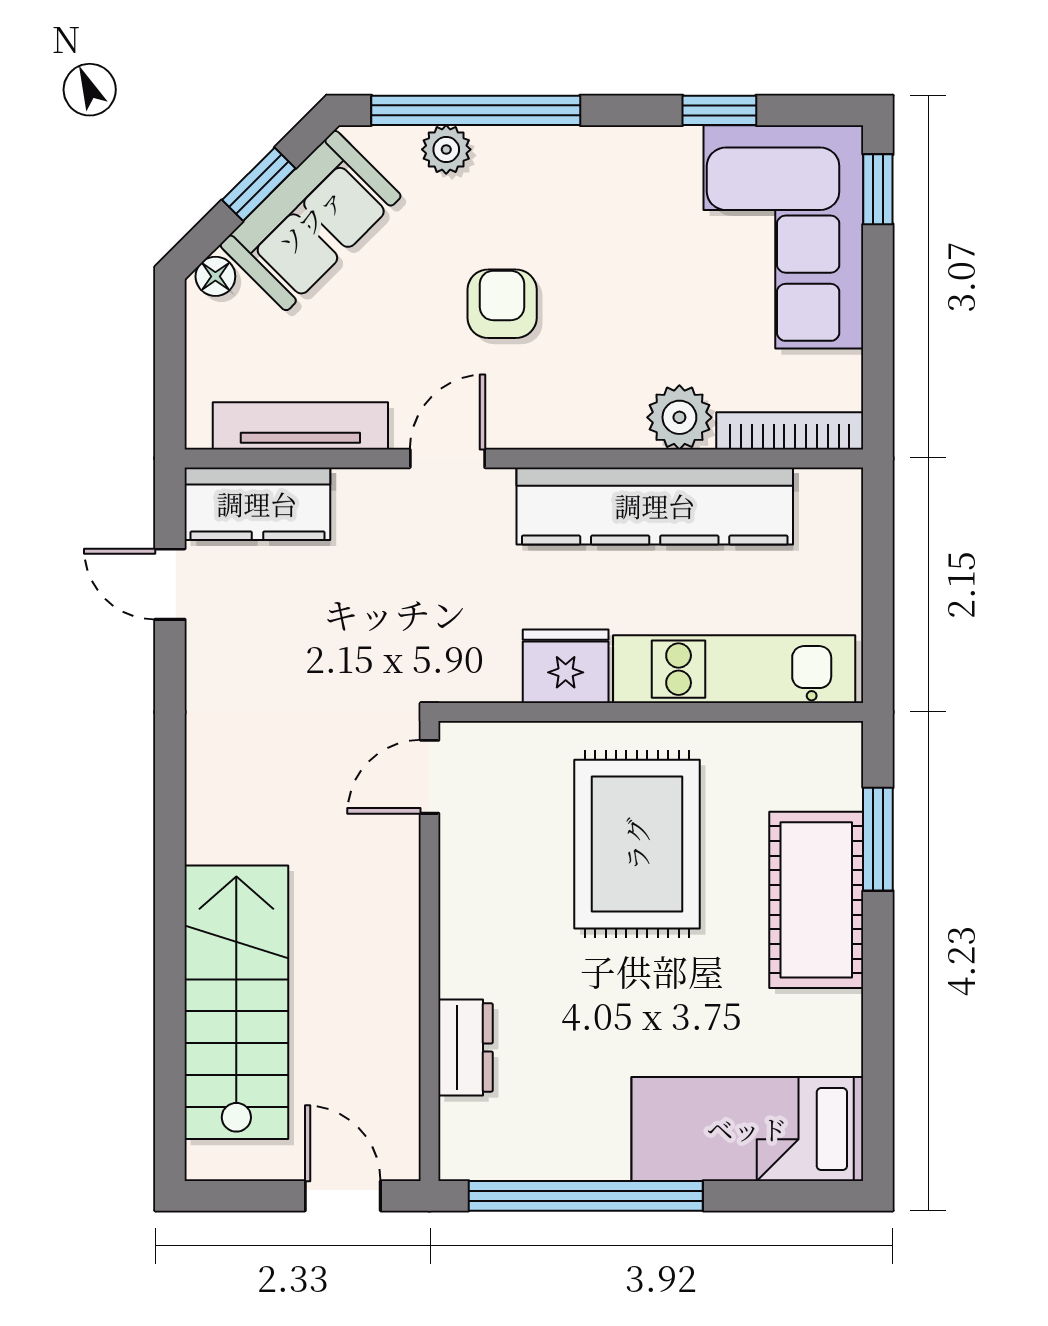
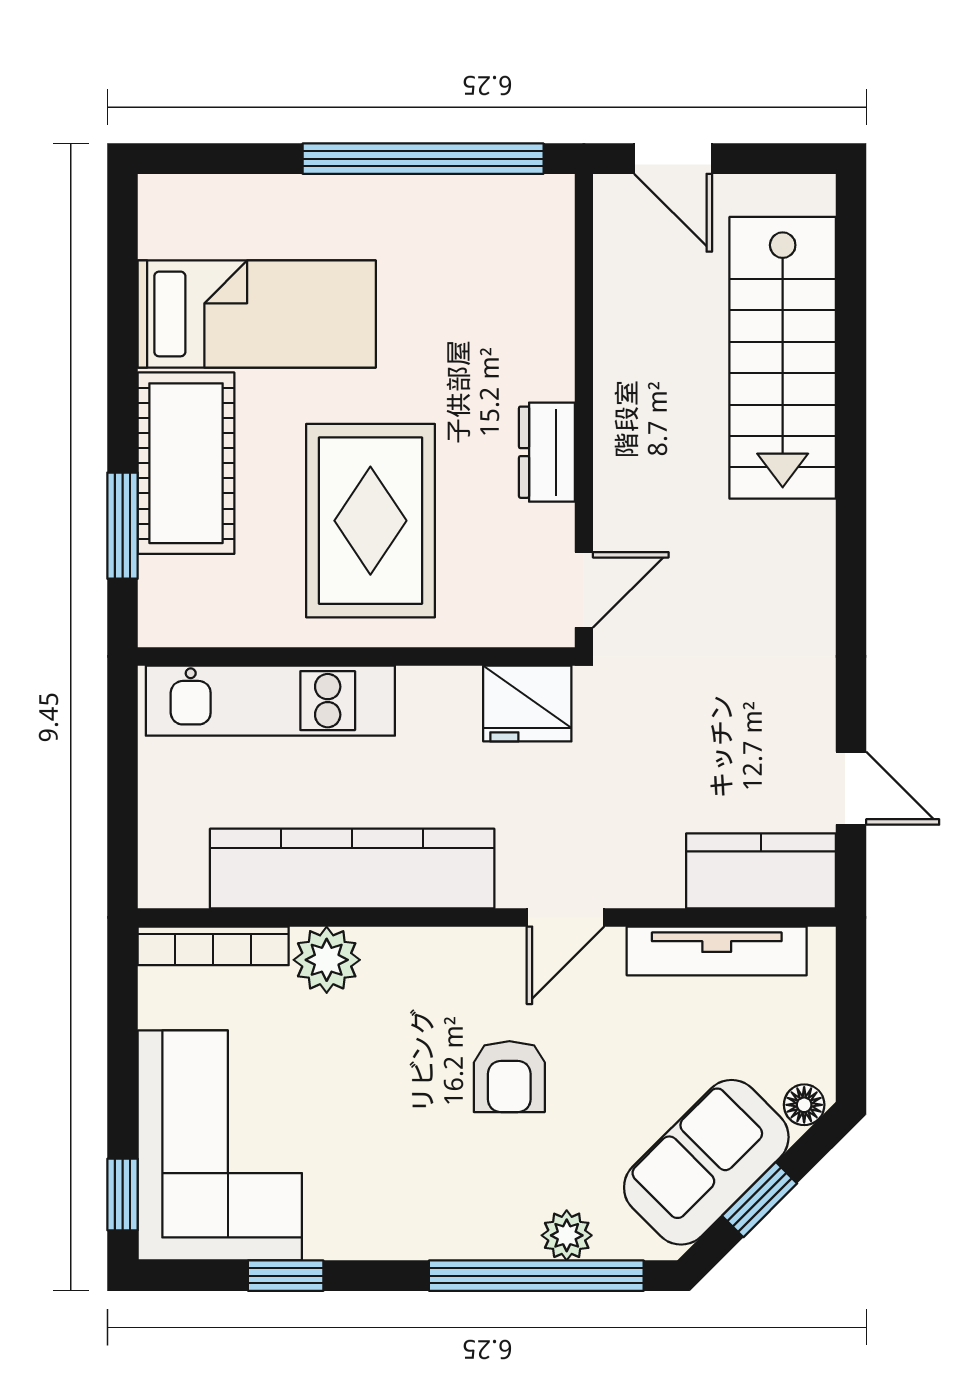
fridge: (566, 666) -> (527, 703), moved
dresser: (465, 1047) -> (547, 452), moved
bed: (747, 1129) -> (257, 314), moved

